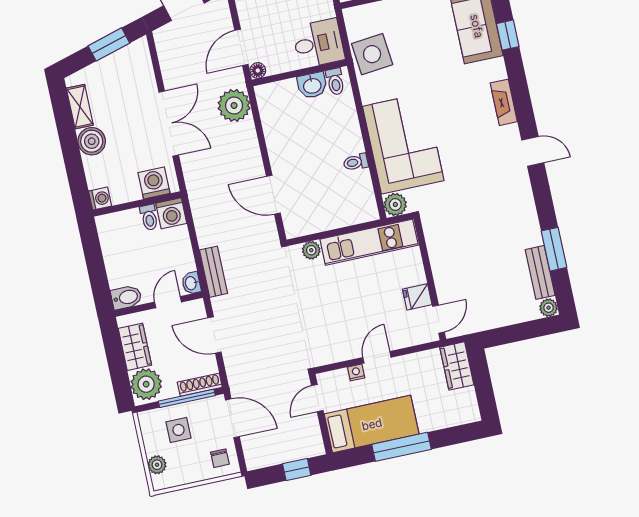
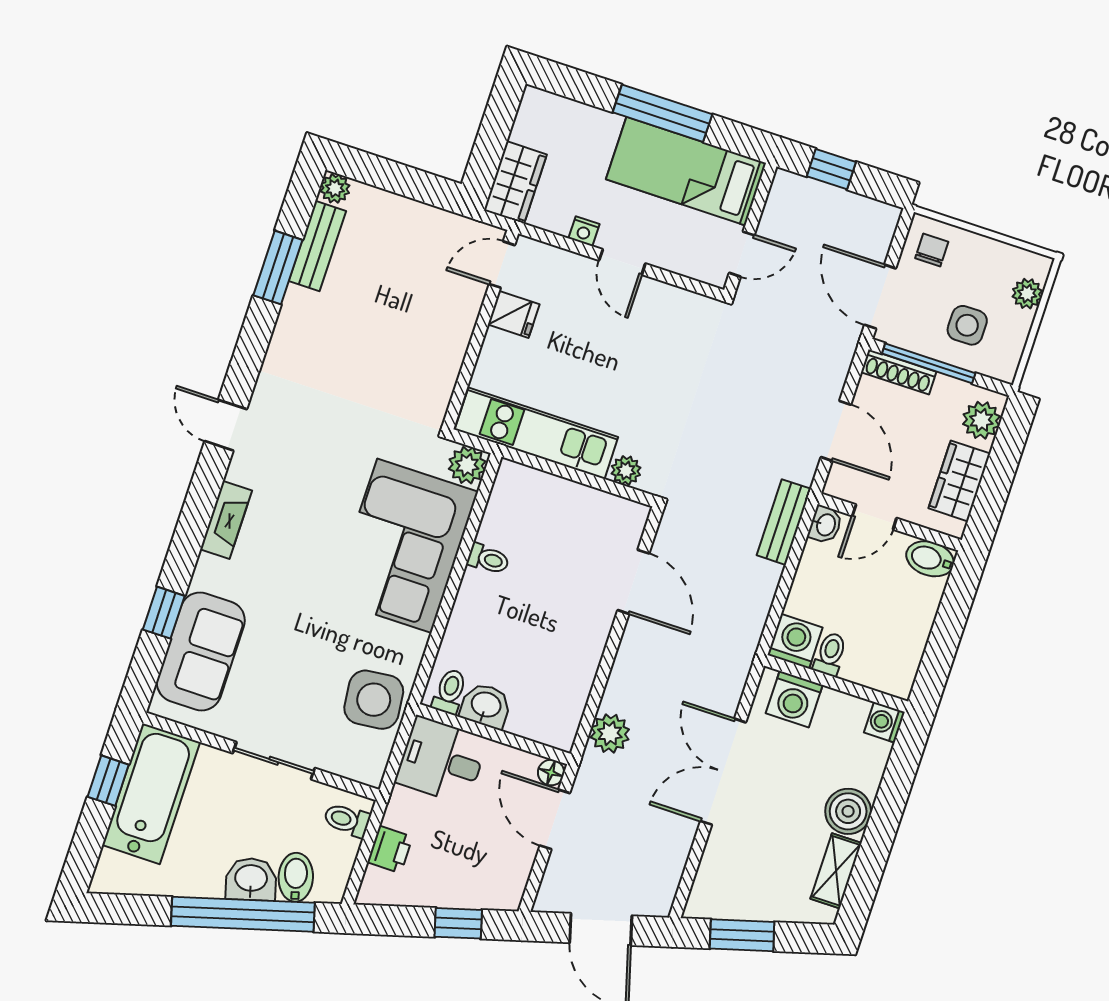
door: (241, 47) -> (555, 819), swing flipped
plant: (234, 105) -> (610, 733), width x0.73, depth x0.73
door: (377, 357) -> (622, 262), hinge flipped
nightstand: (356, 372) -> (584, 231), moved
plant: (146, 384) -> (981, 420), width x0.73, depth x0.73

